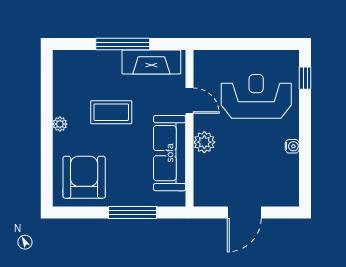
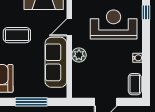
door: (190, 101) -> (69, 27), swing flipped
coffee table: (288, 186) -> (135, 84), added

